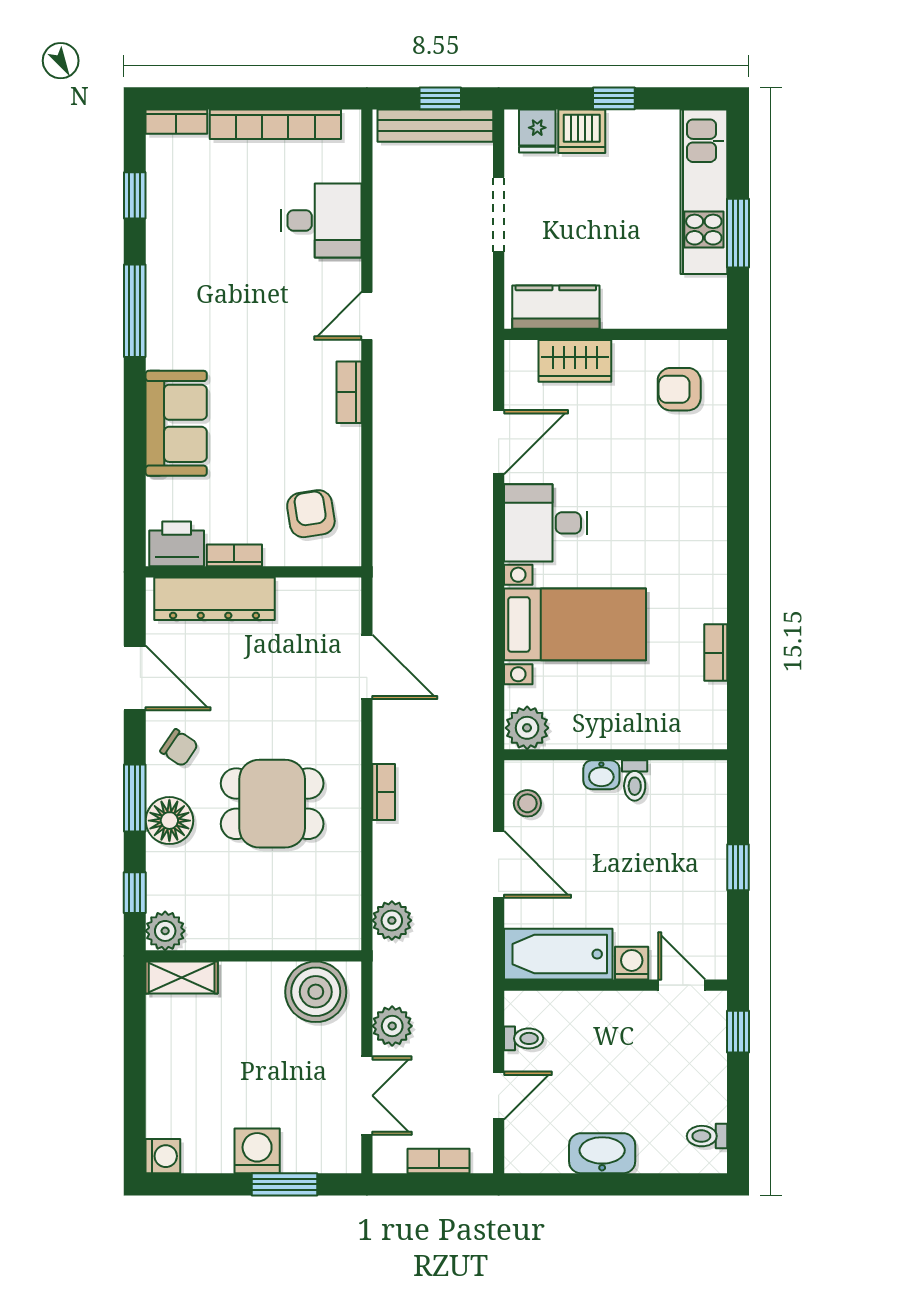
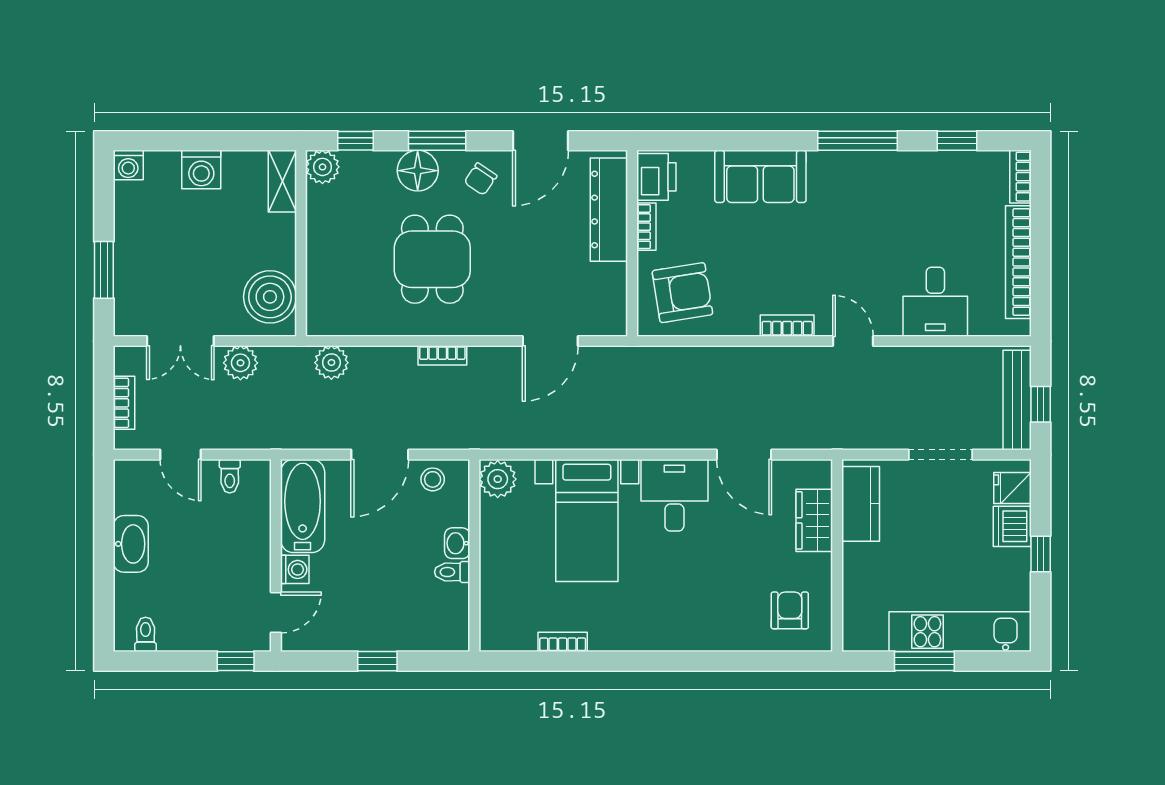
armchair: (311, 514) -> (682, 293), width x1.38, depth x1.38
washing machine: (257, 1151) -> (201, 170), moved, turned 90

